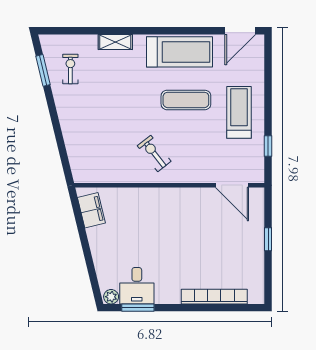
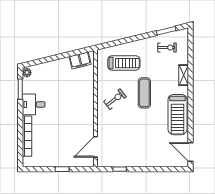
exercise mat: (186, 100) -> (144, 93), moved
treadmill: (239, 112) -> (124, 63), moved
desk: (137, 286) -> (34, 104), moved

